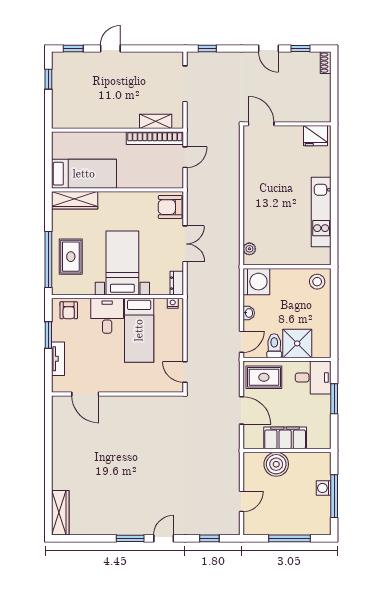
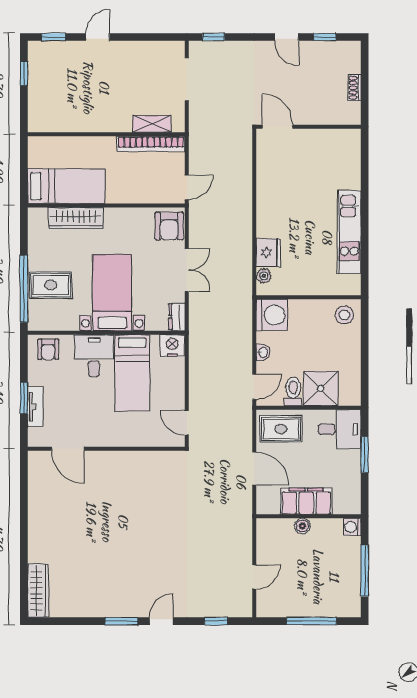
shoe rack: (326, 63) -> (355, 88), moved
fridge: (315, 136) -> (268, 253), moved, turned -90
door: (185, 157) -> (187, 187), moved
wardrobe: (75, 200) -> (76, 218), moved
armchair: (170, 207) -> (169, 226), turned -90
rug: (71, 257) -> (51, 285), turned 90
nightstand: (173, 303) -> (172, 346), width x1.89, depth x1.79
window: (48, 335) -> (24, 398), moved
boiler: (276, 464) -> (302, 526), width x0.54, depth x0.54
washing machine: (324, 488) -> (352, 527), moved

